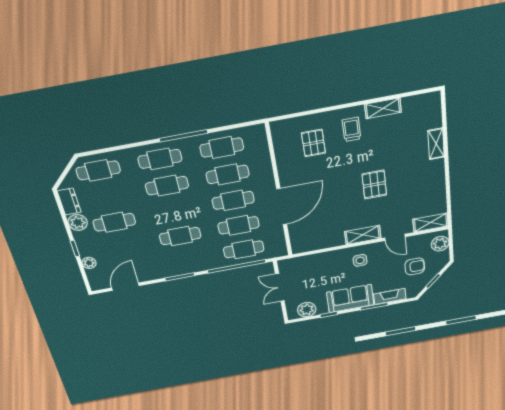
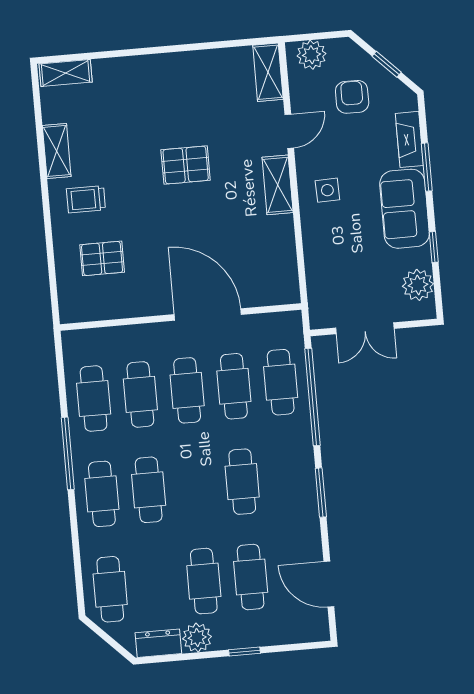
shelving: (436, 144) -> (66, 73), moved
cafe table: (122, 247) -> (251, 577), added
plant: (89, 263) -> (274, 634), removed

